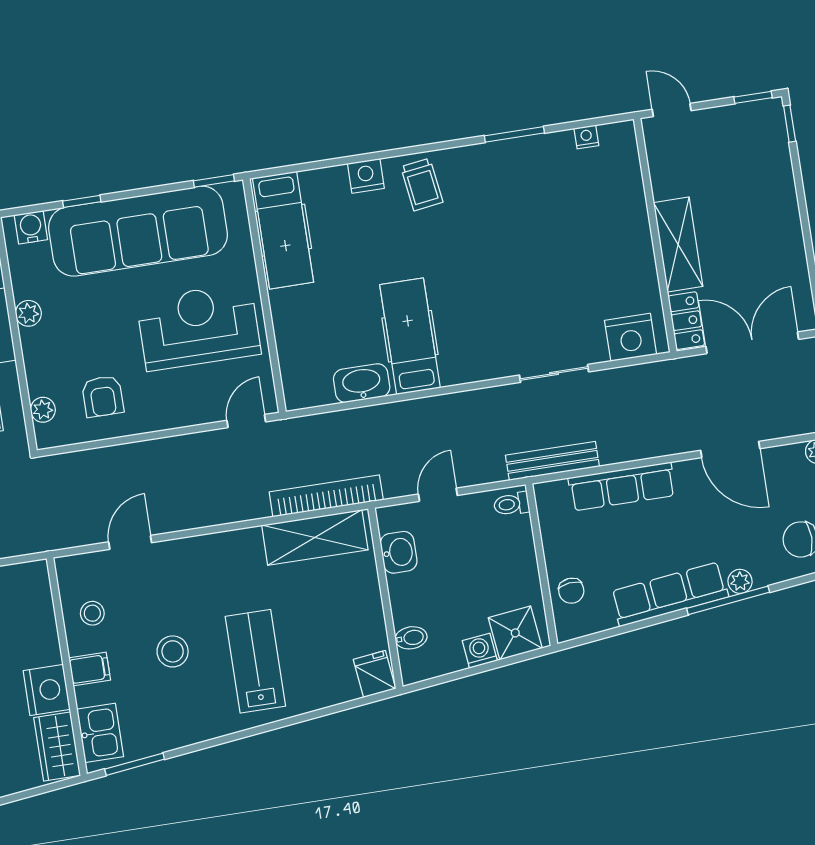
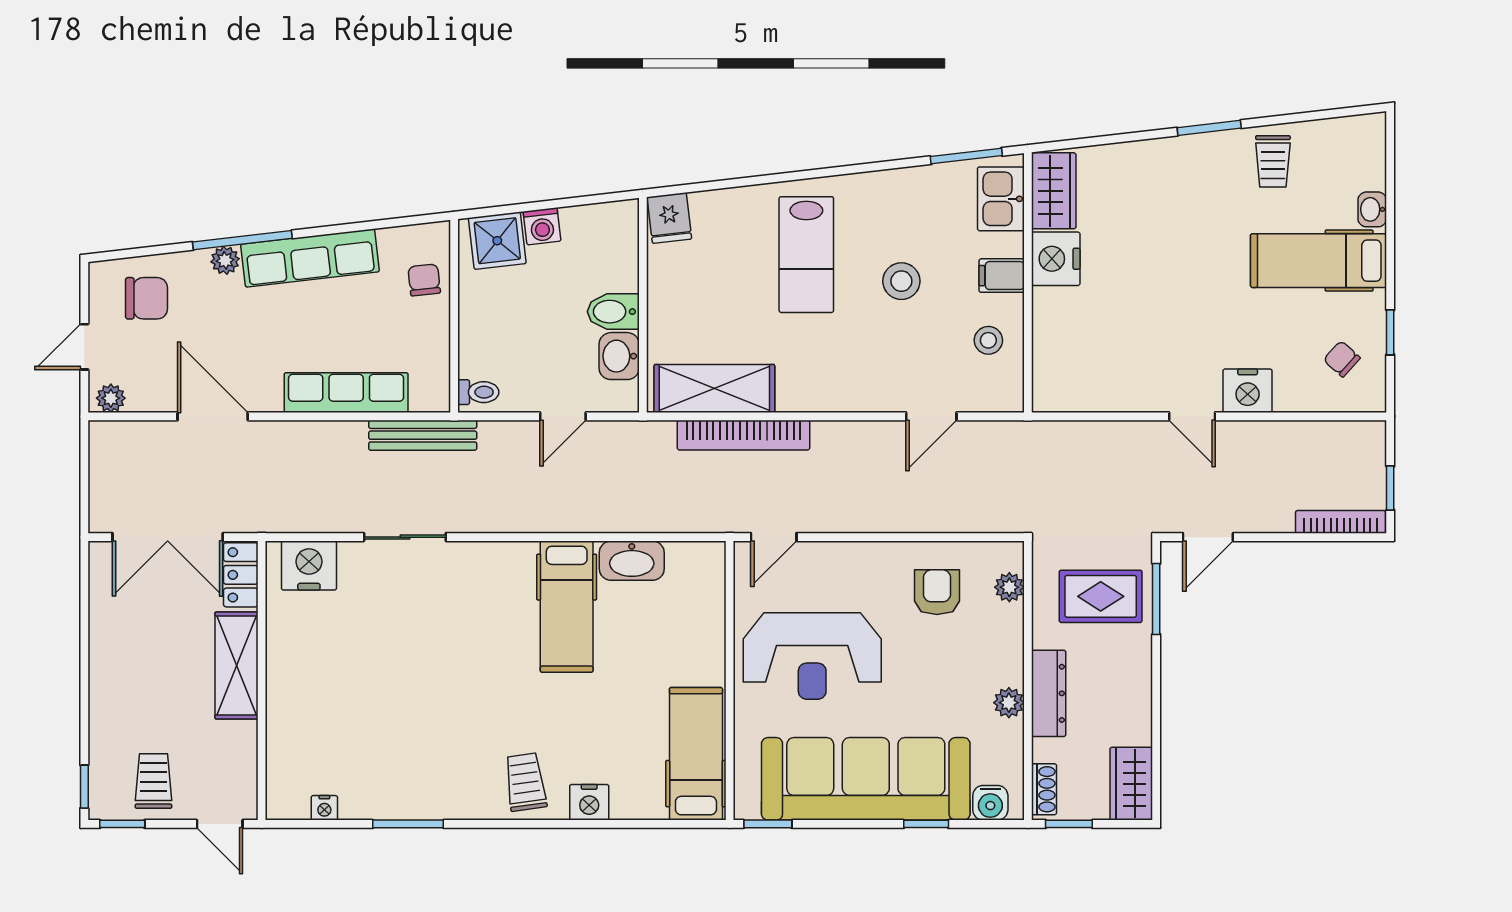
trolley: (732, 137) -> (154, 781), added
bookcase: (326, 496) -> (743, 435), moved
bidet: (411, 638) -> (613, 312), moved, width x1.38, depth x1.36

